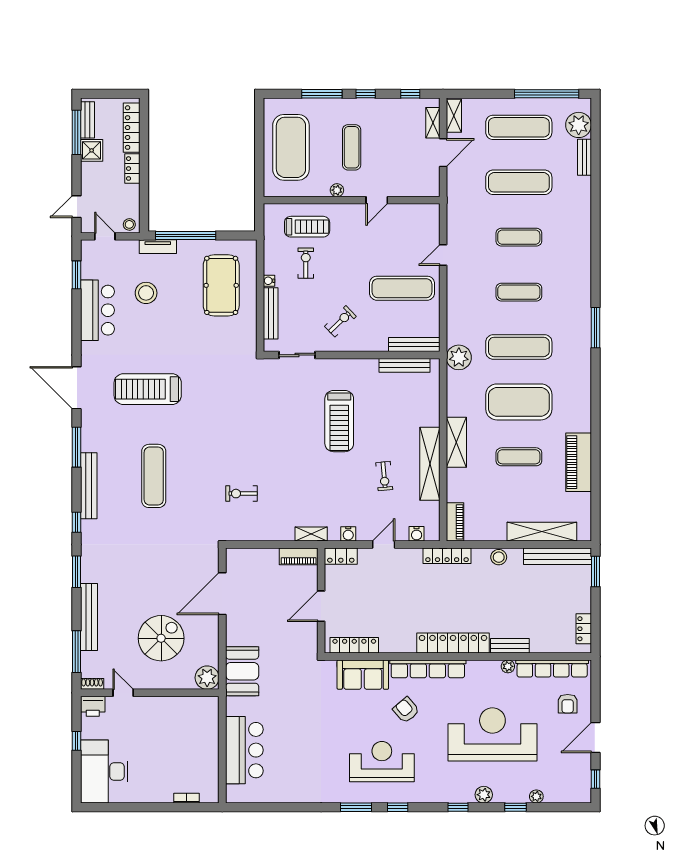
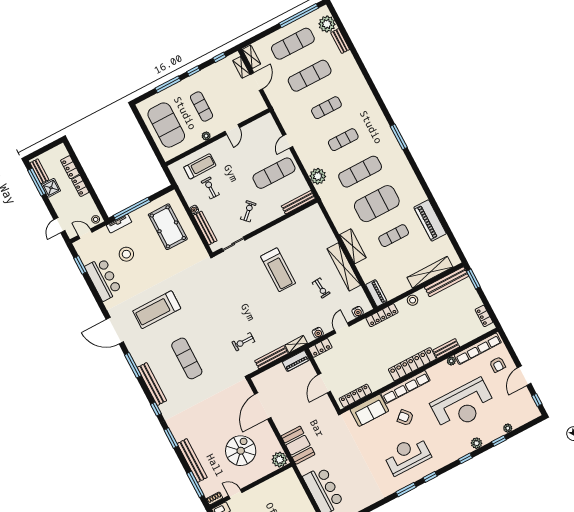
locker: (132, 128) -> (70, 167), width x0.66
plant: (459, 357) -> (318, 176), moved
bench: (404, 365) -> (271, 357), moved
reception desk: (492, 734) -> (463, 405), turned 180

